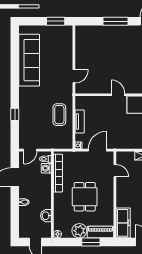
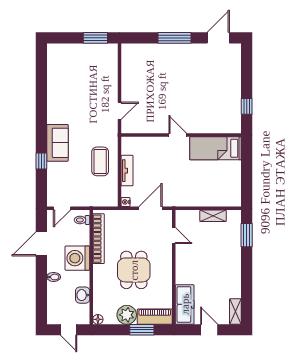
sofa: (29, 60) -> (57, 143), moved, width x0.54, depth x0.79
washing machine: (46, 168) -> (77, 258), moved, width x1.89, depth x1.89

